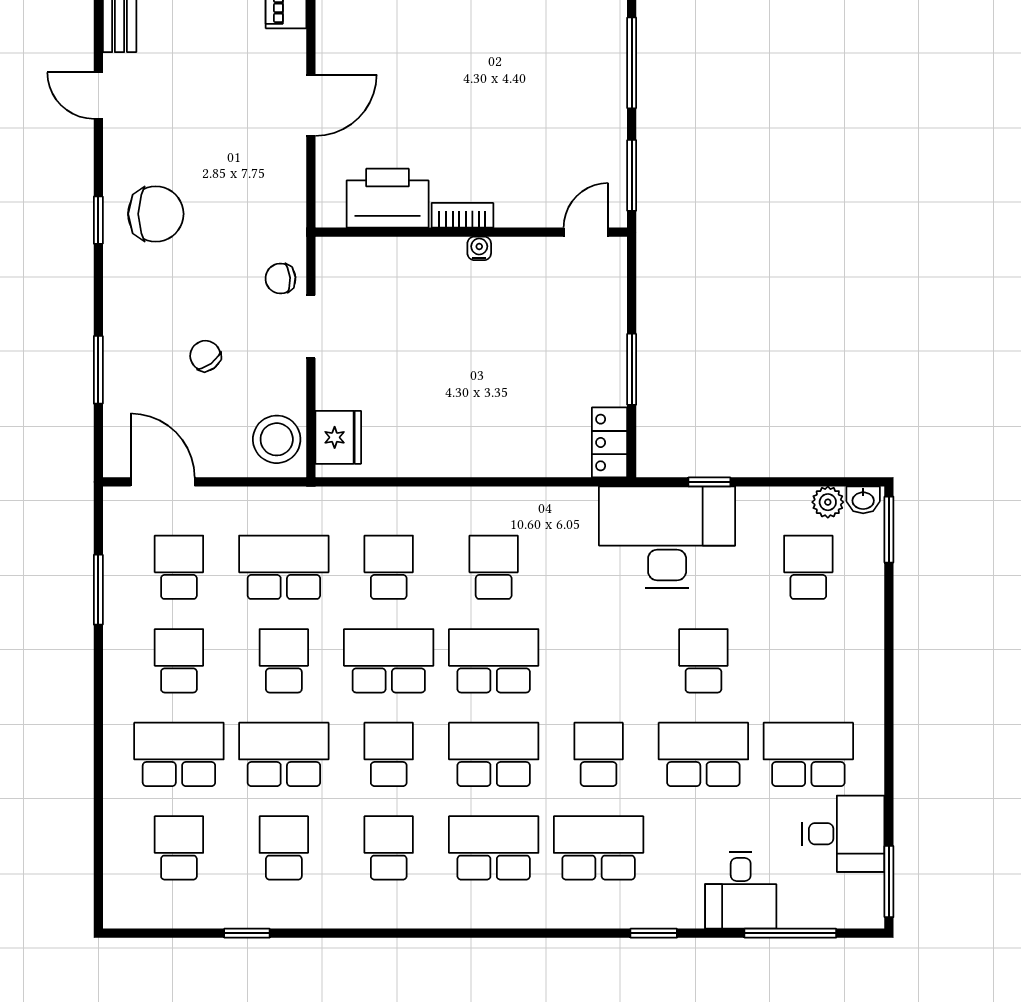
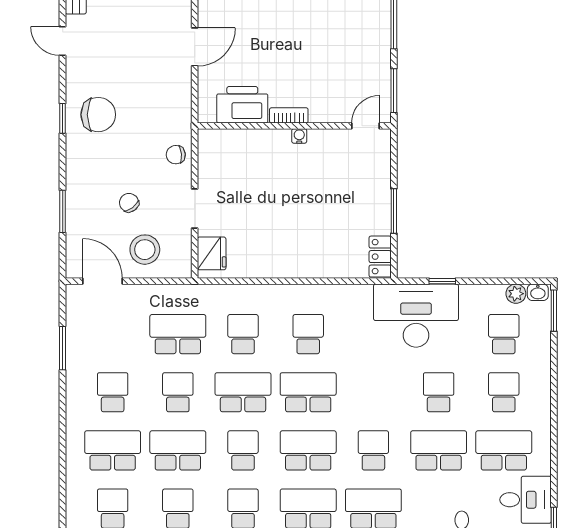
doorway: (311, 327) -> (195, 208), moved
stool: (277, 439) -> (145, 250), moved
school desk: (179, 567) -> (504, 392), moved

